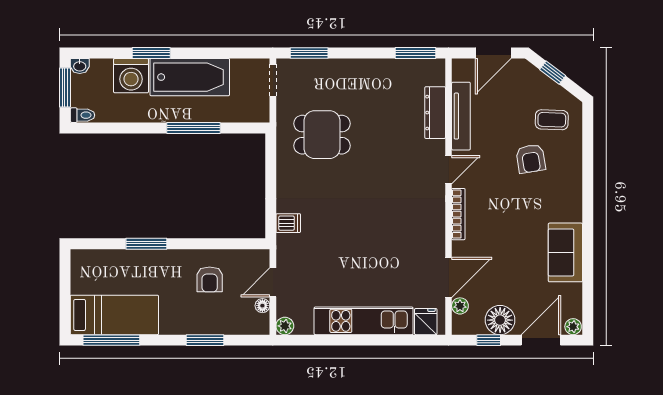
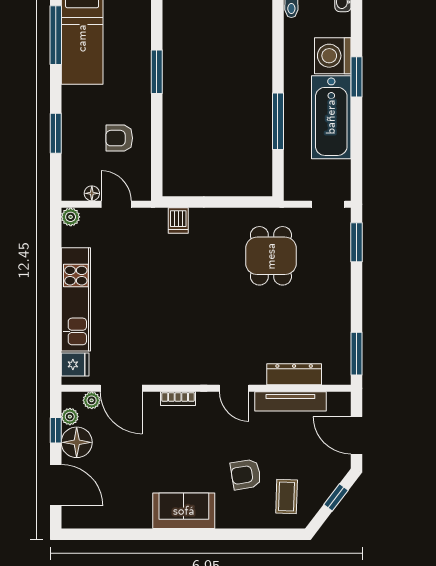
bookcase: (458, 214) -> (178, 399), width x0.64
sofa: (565, 252) -> (184, 511), moved
plant: (573, 327) -> (70, 417), moved

